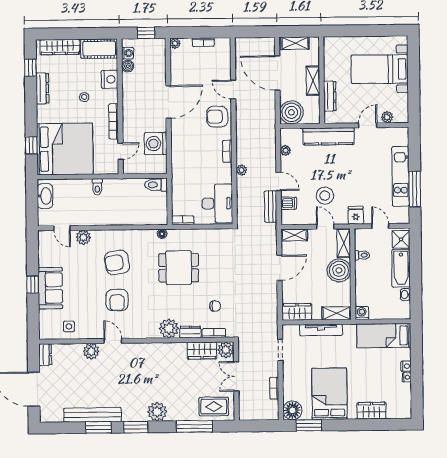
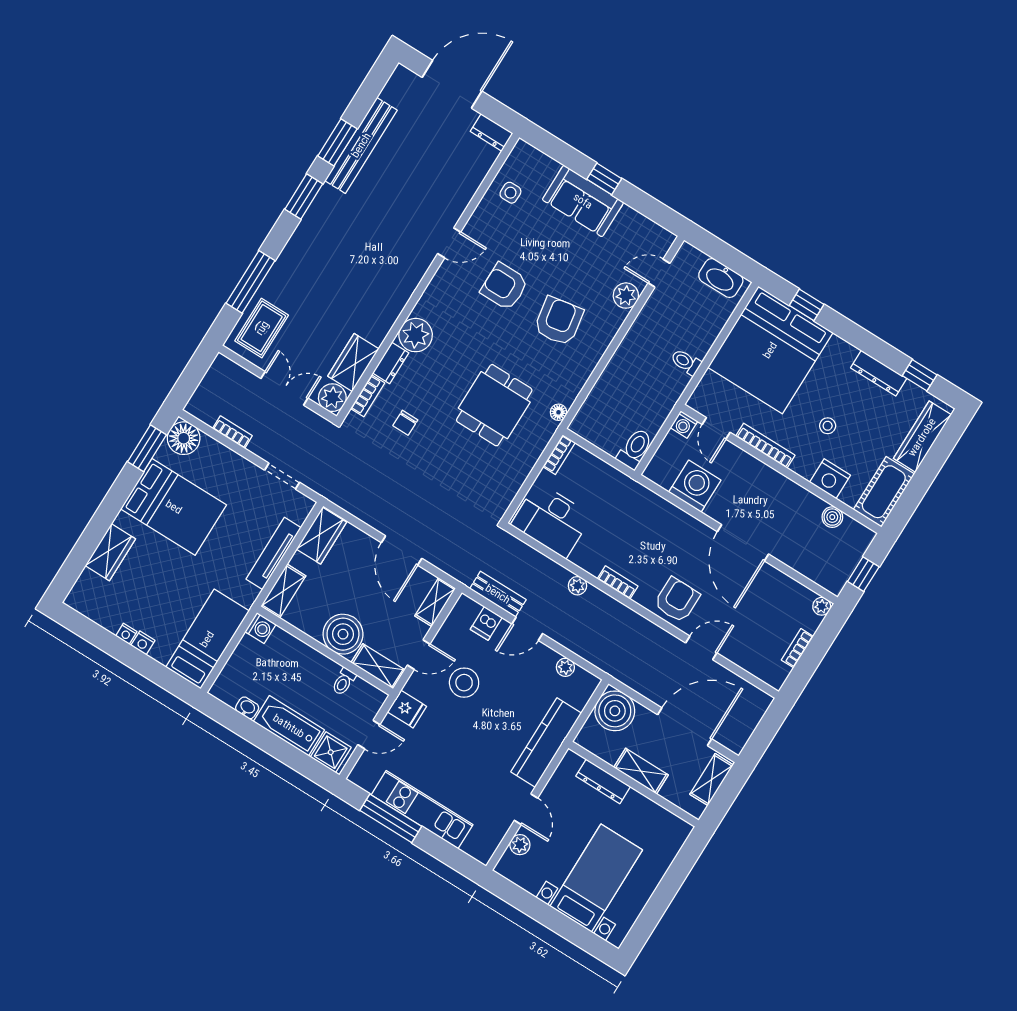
washing machine: (127, 53) -> (684, 424), moved
plant: (91, 351) -> (454, 202), removed
plant: (157, 412) -> (306, 242), removed

